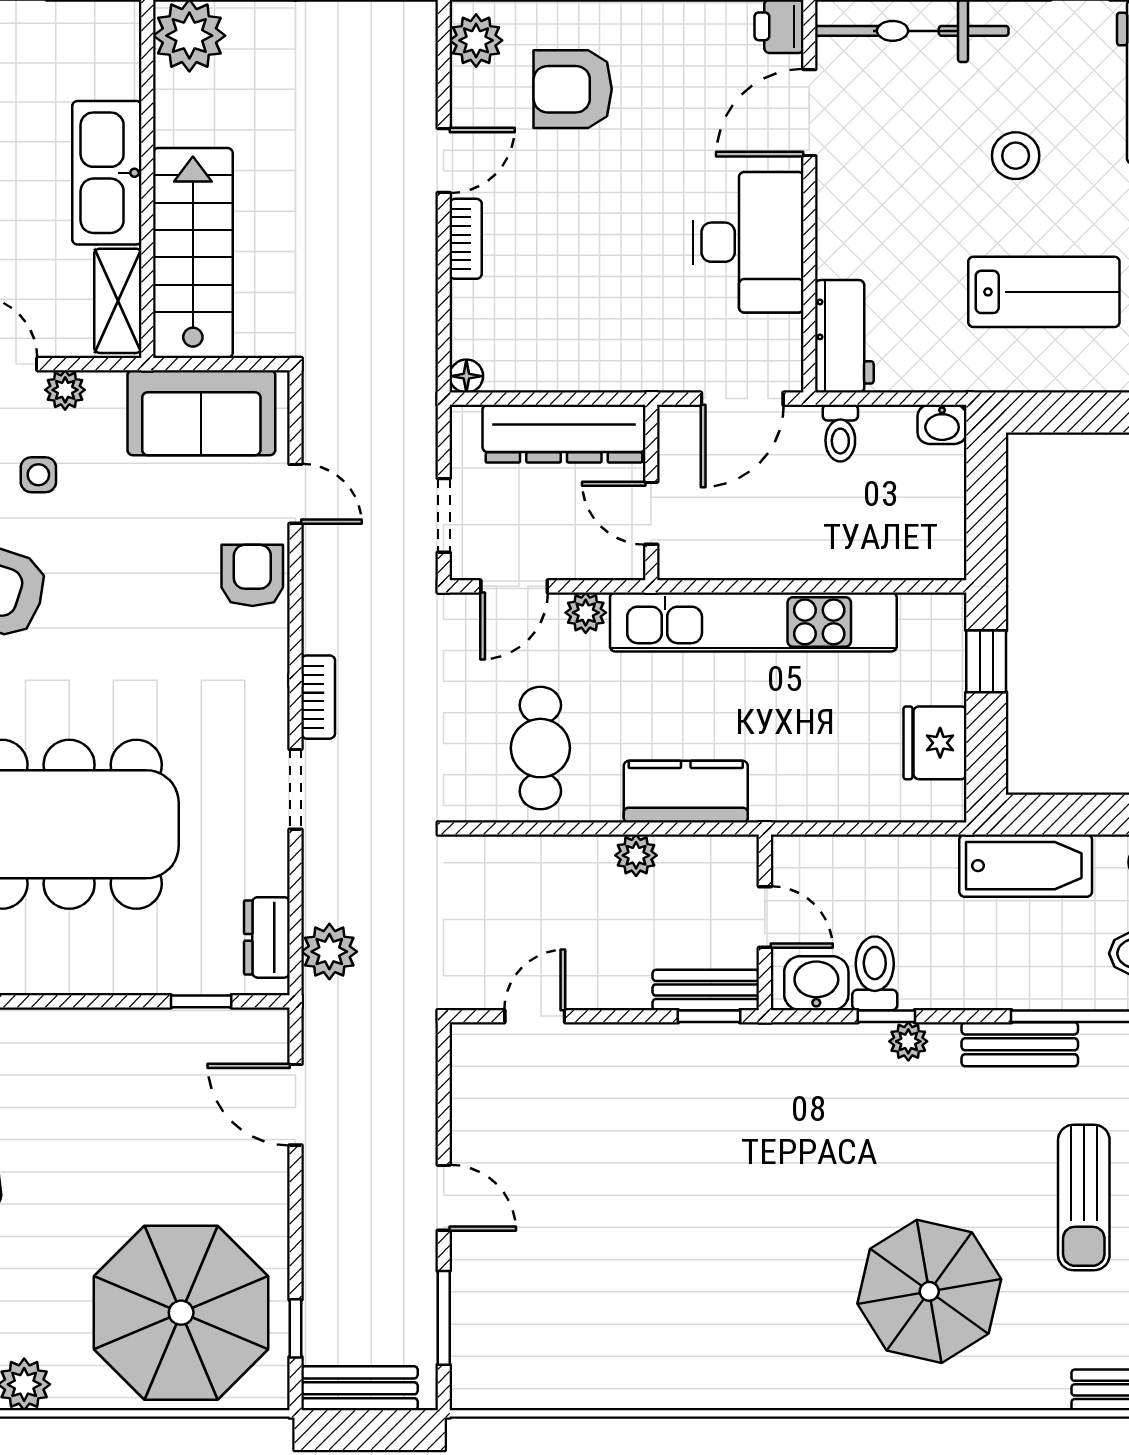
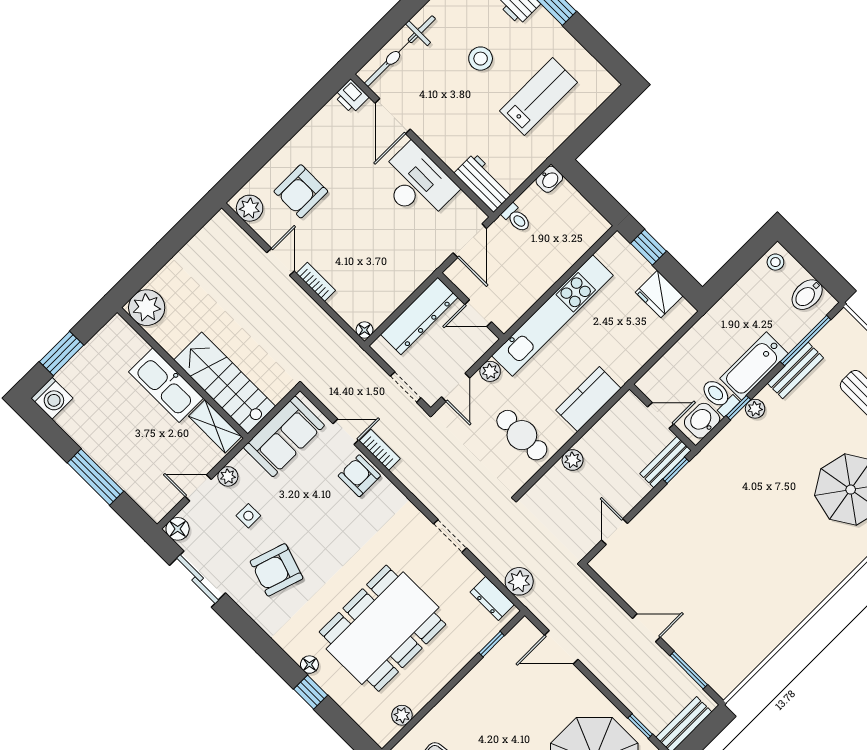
bookcase: (318, 697) -> (380, 450), moved
plant: (636, 855) -> (573, 460), moved
bathtub: (1026, 866) -> (754, 366), moved, turned 180

